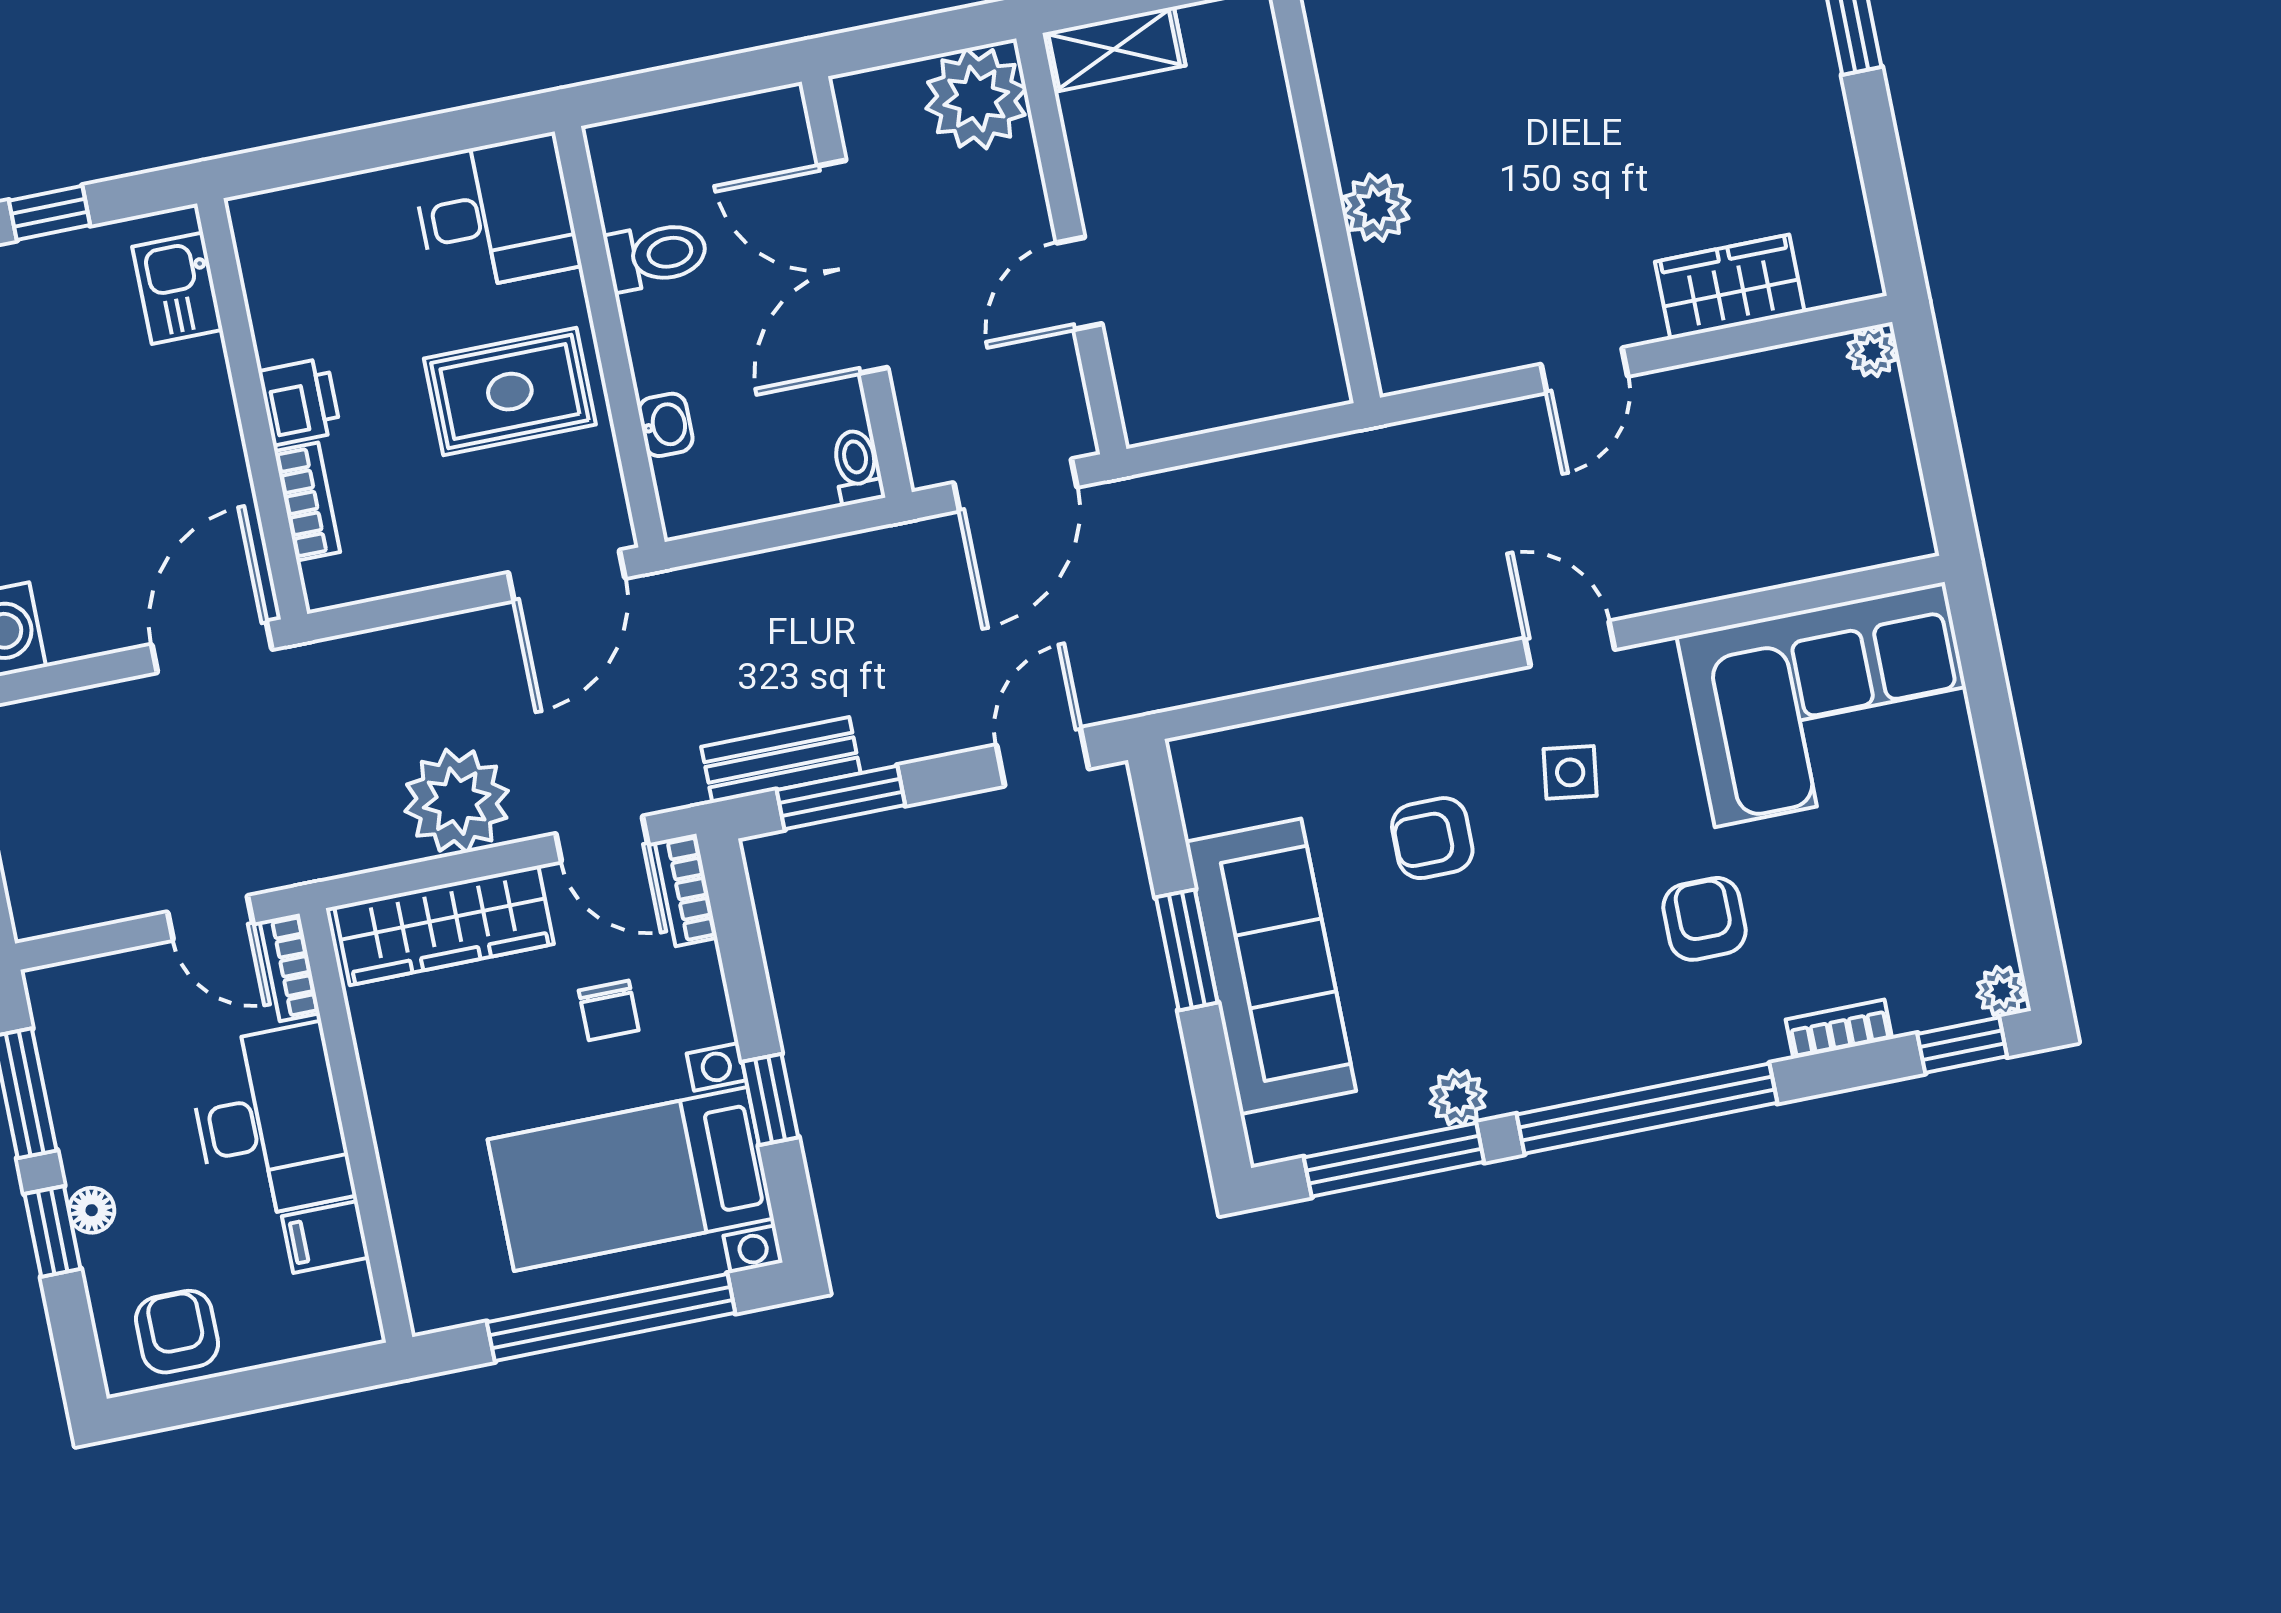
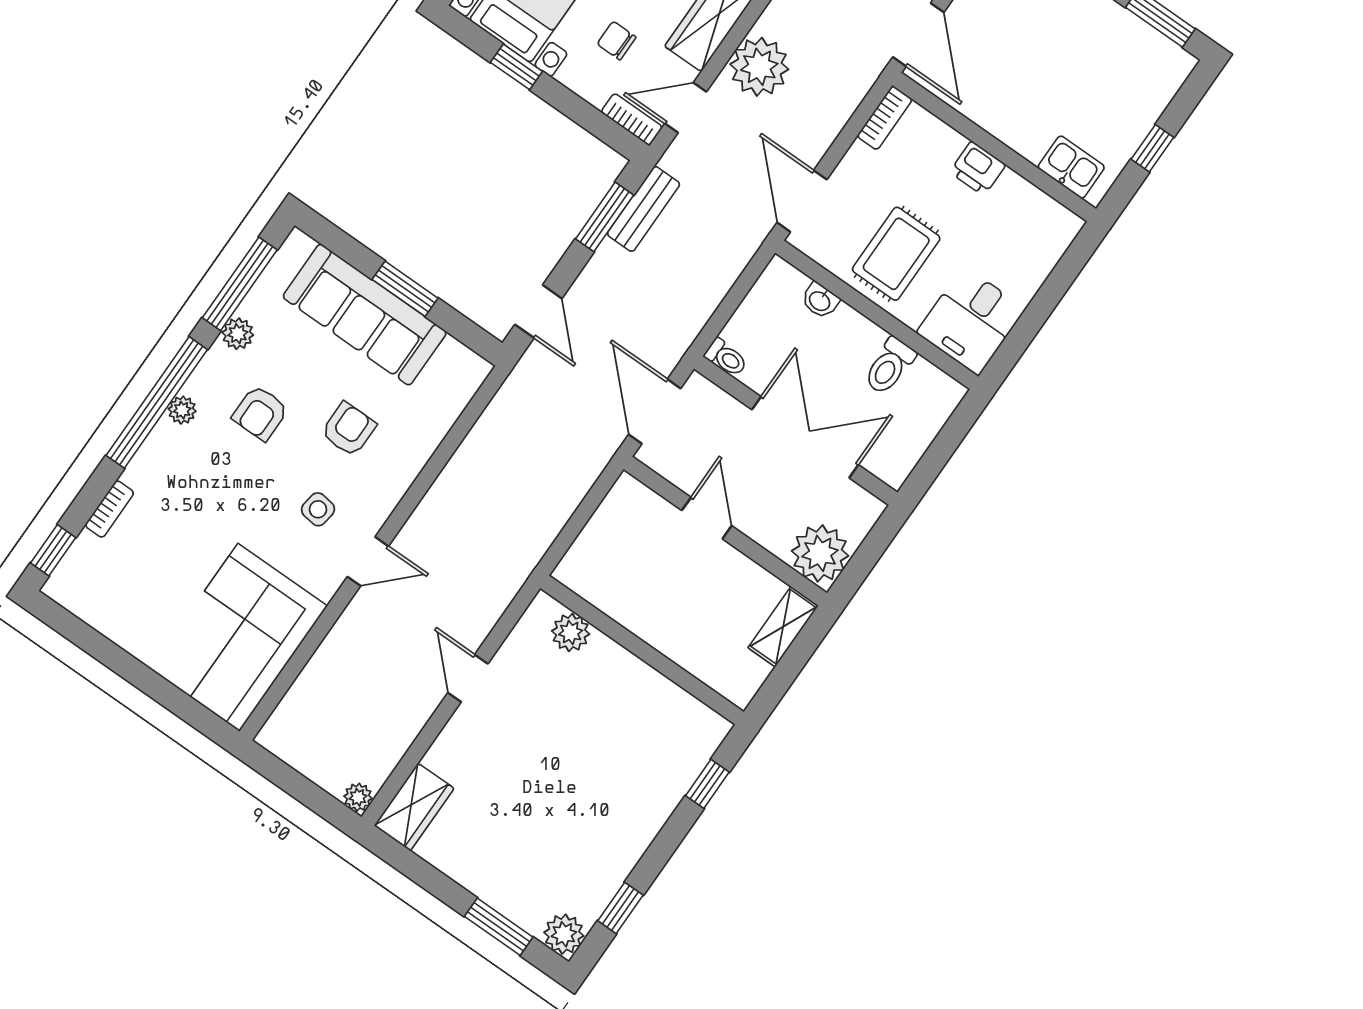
plant: (1376, 208) -> (571, 632), moved
wardrobe: (1730, 287) -> (414, 807), moved
bookcase: (307, 502) -> (885, 118), moved, turned -90
armchair: (1705, 919) -> (260, 413), moved, turned 90
plant: (2002, 991) -> (182, 410), moved

